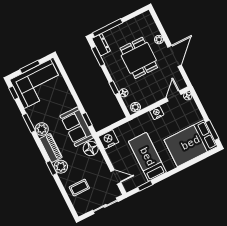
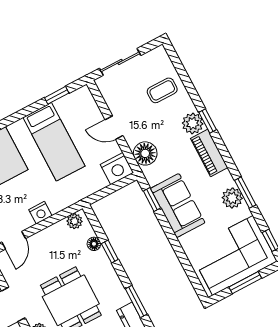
sofa: (77, 127) -> (178, 206), moved
plant: (42, 129) -> (232, 198), moved
door: (116, 177) -> (114, 128), moved

